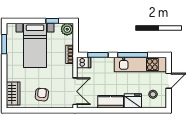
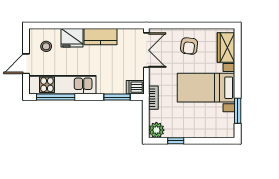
bed with nightstands: (35, 45) -> (206, 88), moved, turned -90
window: (133, 55) -> (56, 97), moved
double door: (75, 91) -> (146, 50), swing flipped

